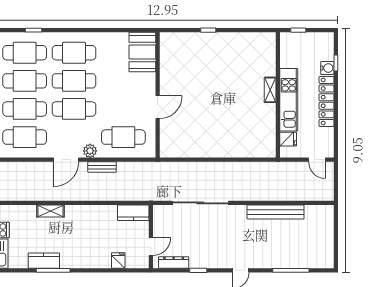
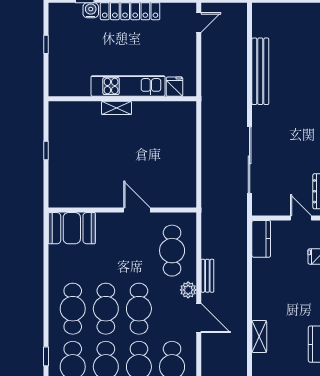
shelving: (270, 90) -> (116, 108), moved
wall: (278, 95) -> (122, 99), moved
kitchen unit: (289, 100) -> (128, 86), moved
fridge: (288, 139) -> (174, 87), moved

